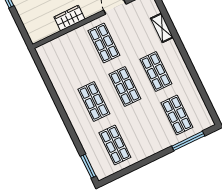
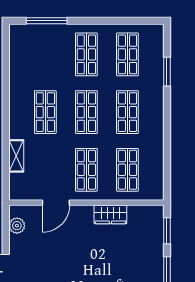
window: (21, 26) -> (167, 231), added
shop shelf: (73, 58) -> (127, 170), added
shop shelf: (177, 115) -> (86, 54), moved
window: (88, 166) -> (167, 72), moved

